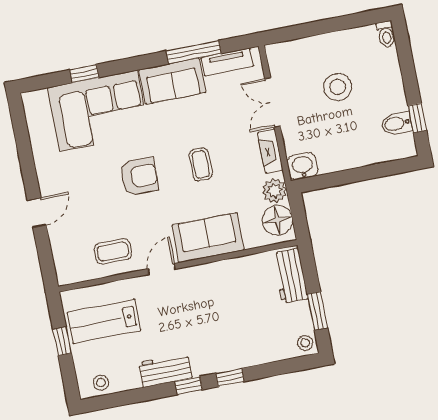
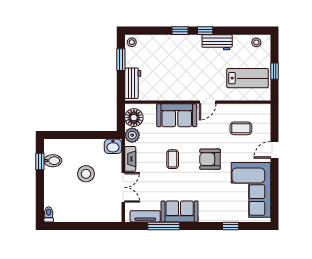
stool: (338, 87) -> (86, 174), moved
corner sofa: (98, 111) -> (251, 190), moved, turned -90
coffee table: (113, 252) -> (241, 128), moved

